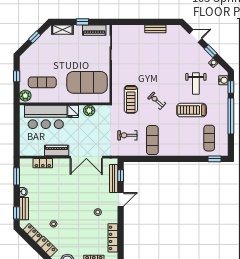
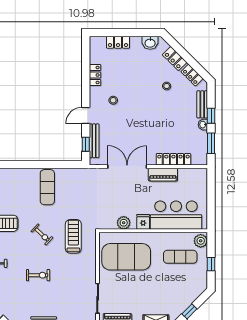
exercise bike: (127, 135) -> (38, 275), moved
locker: (43, 163) -> (173, 159), width x1.53
window: (17, 213) -> (211, 116), moved
locker: (113, 238) -> (95, 75), width x0.66

